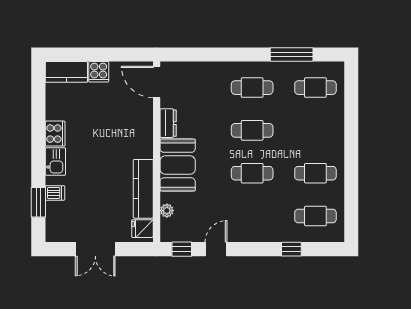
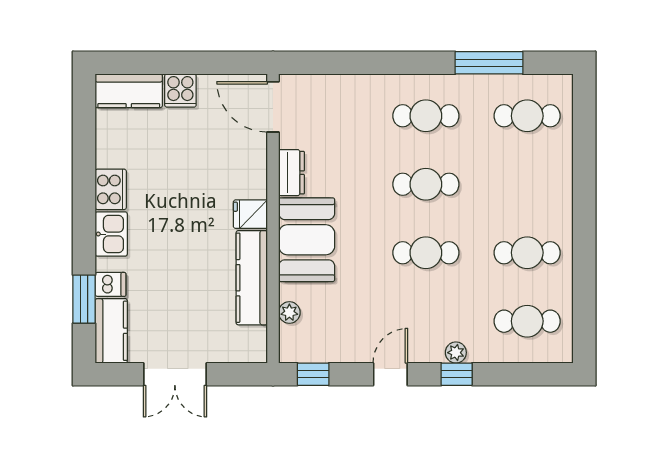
kitchen counter: (55, 222) -> (111, 331), added
fridge: (142, 229) -> (250, 214), moved
plant: (271, 236) -> (456, 353), added
door: (216, 249) -> (390, 374), moved
window: (291, 249) -> (457, 374), moved

